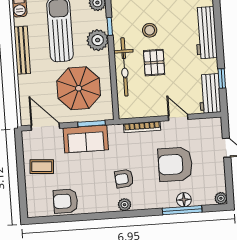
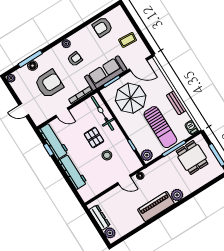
plant: (98, 40) -> (135, 133), removed
bench: (22, 50) -> (176, 103), width x0.73
bicycle: (124, 67) -> (103, 113), moved
workbench: (210, 94) -> (54, 141), width x1.38
sofa: (86, 139) -> (106, 73), width x1.36
armchair: (66, 201) -> (102, 27), turned 180

